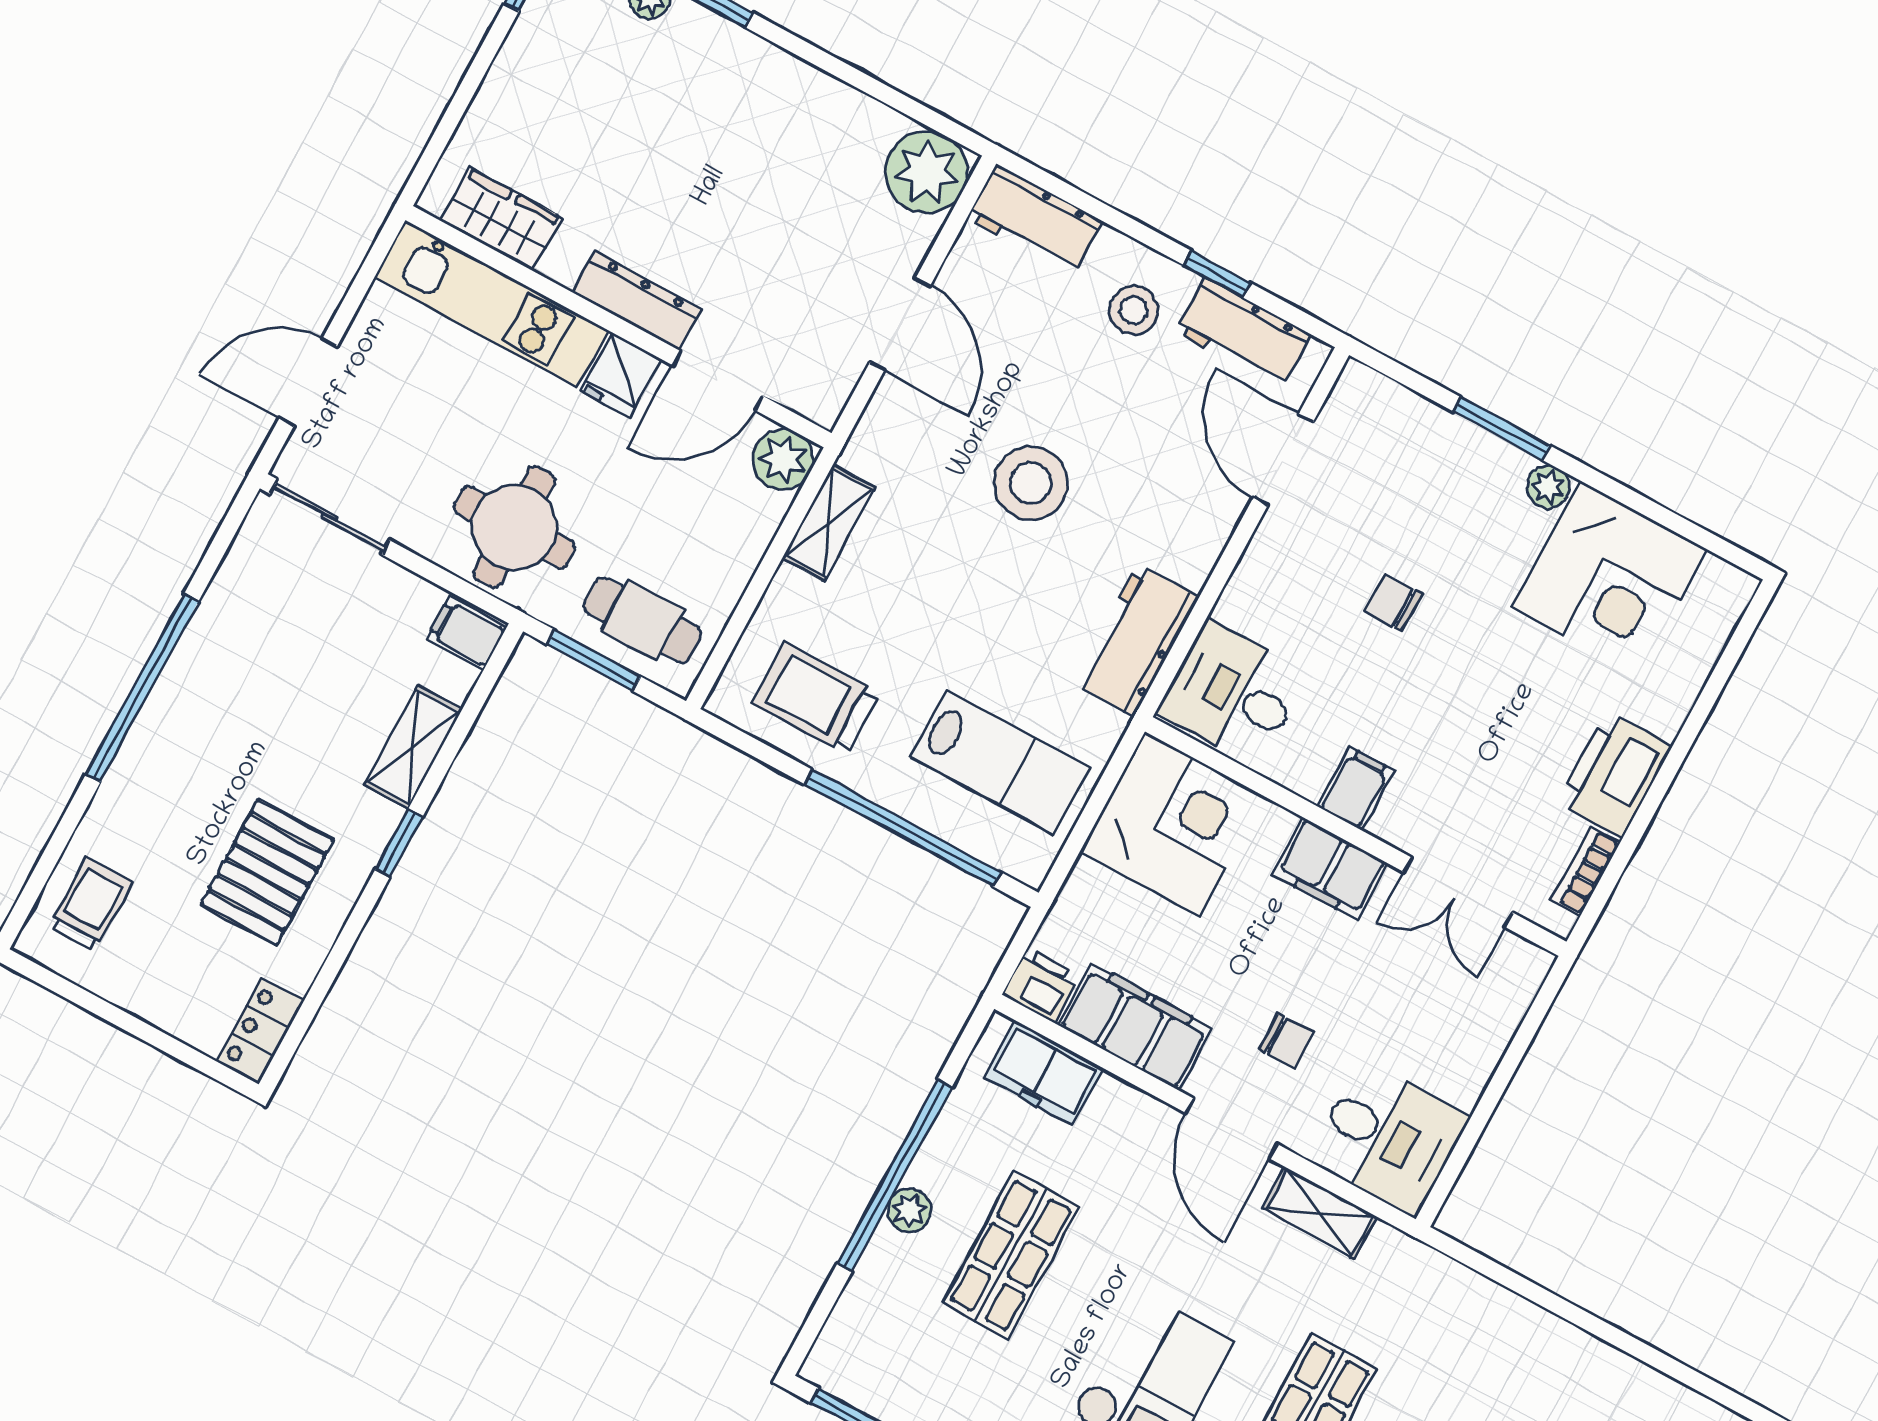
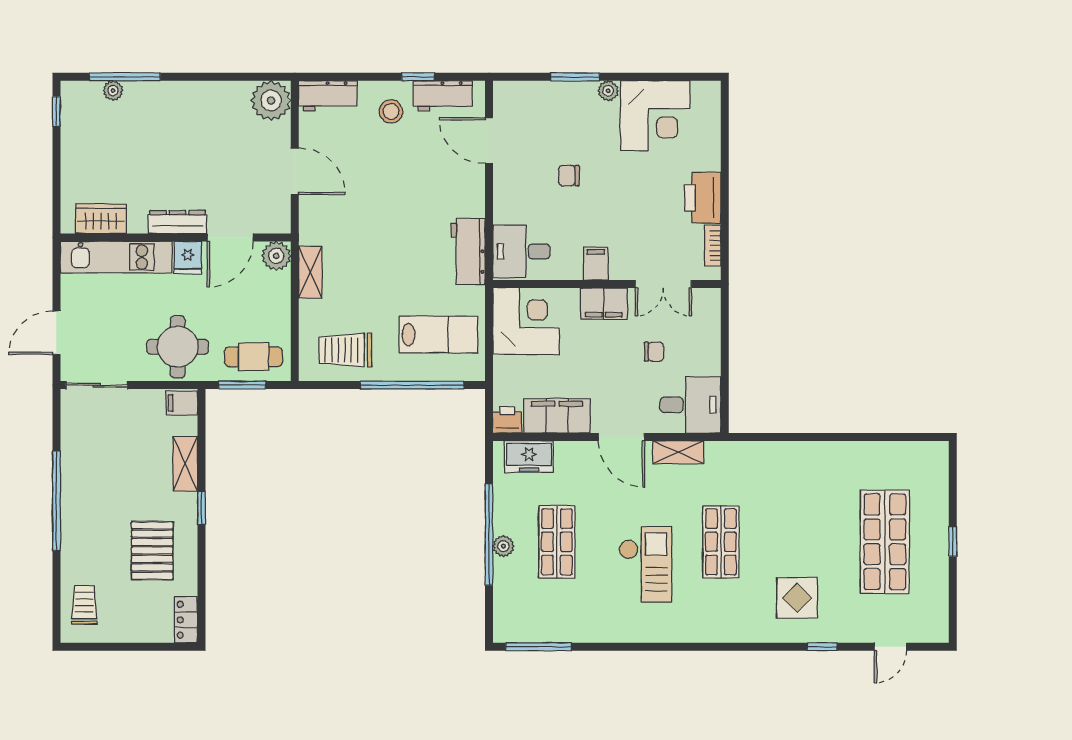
stool: (1031, 483) -> (387, 209), removed
chair: (1286, 1041) -> (654, 352), moved

